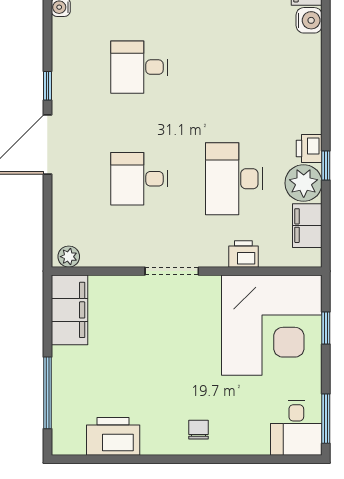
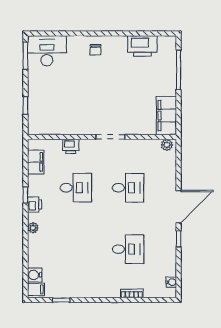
desk: (234, 179) -> (76, 188), width x0.73
plant: (304, 183) -> (33, 228), moved, width x0.53, depth x0.53
corner desk: (272, 325) -> (55, 107), removed
desk: (296, 428) -> (47, 51), width x1.37

